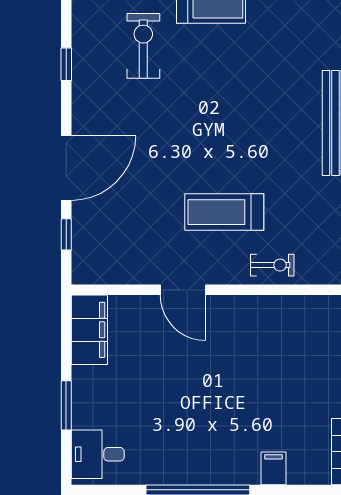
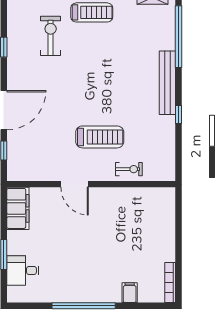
treadmill: (224, 212) -> (100, 137), turned 180
desk: (98, 454) -> (23, 270), moved

